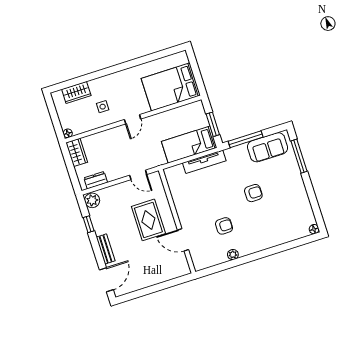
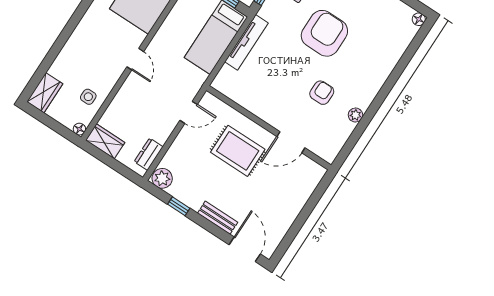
wardrobe: (76, 92) -> (45, 93), moved
side table: (103, 107) -> (88, 97), moved
armchair: (253, 193) -> (324, 33), width x1.88, depth x1.88

